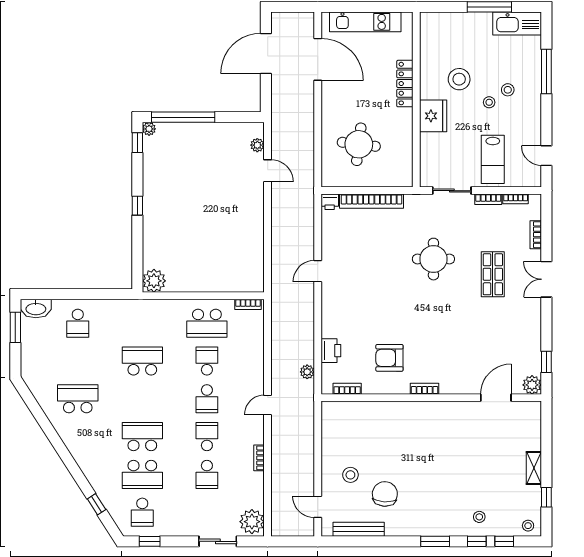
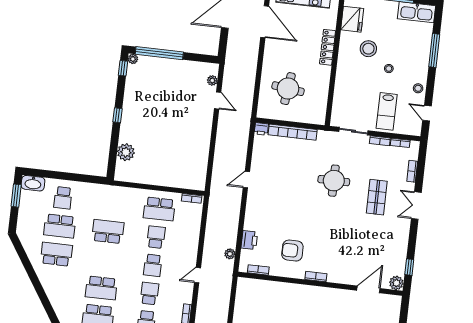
stool: (508, 90) -> (418, 88), moved
fridge: (433, 116) -> (352, 19), moved
plant: (154, 281) -> (126, 152), moved
school desk: (78, 361) -> (60, 226), added
school desk: (142, 437) -> (101, 288), turned 180

